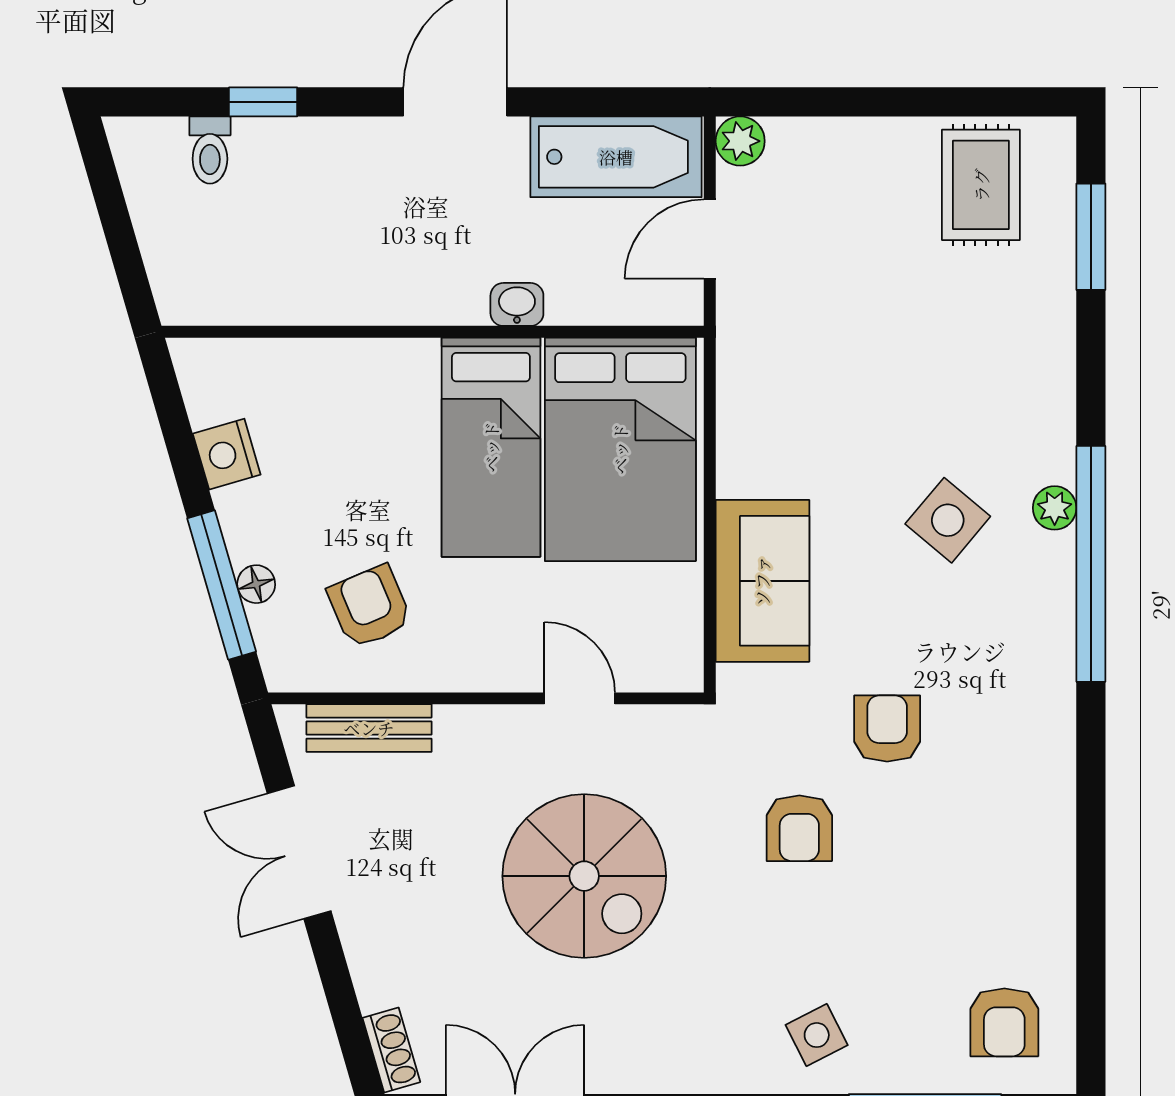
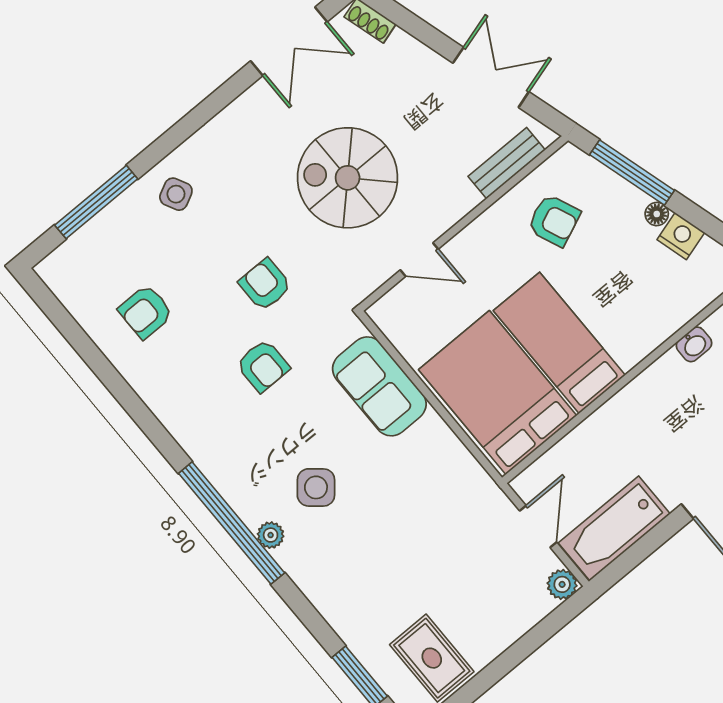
washbasin: (517, 304) -> (694, 344), moved
floor lamp: (256, 584) -> (657, 214), moved
armchair: (1004, 1022) -> (146, 312), moved, turned -90

